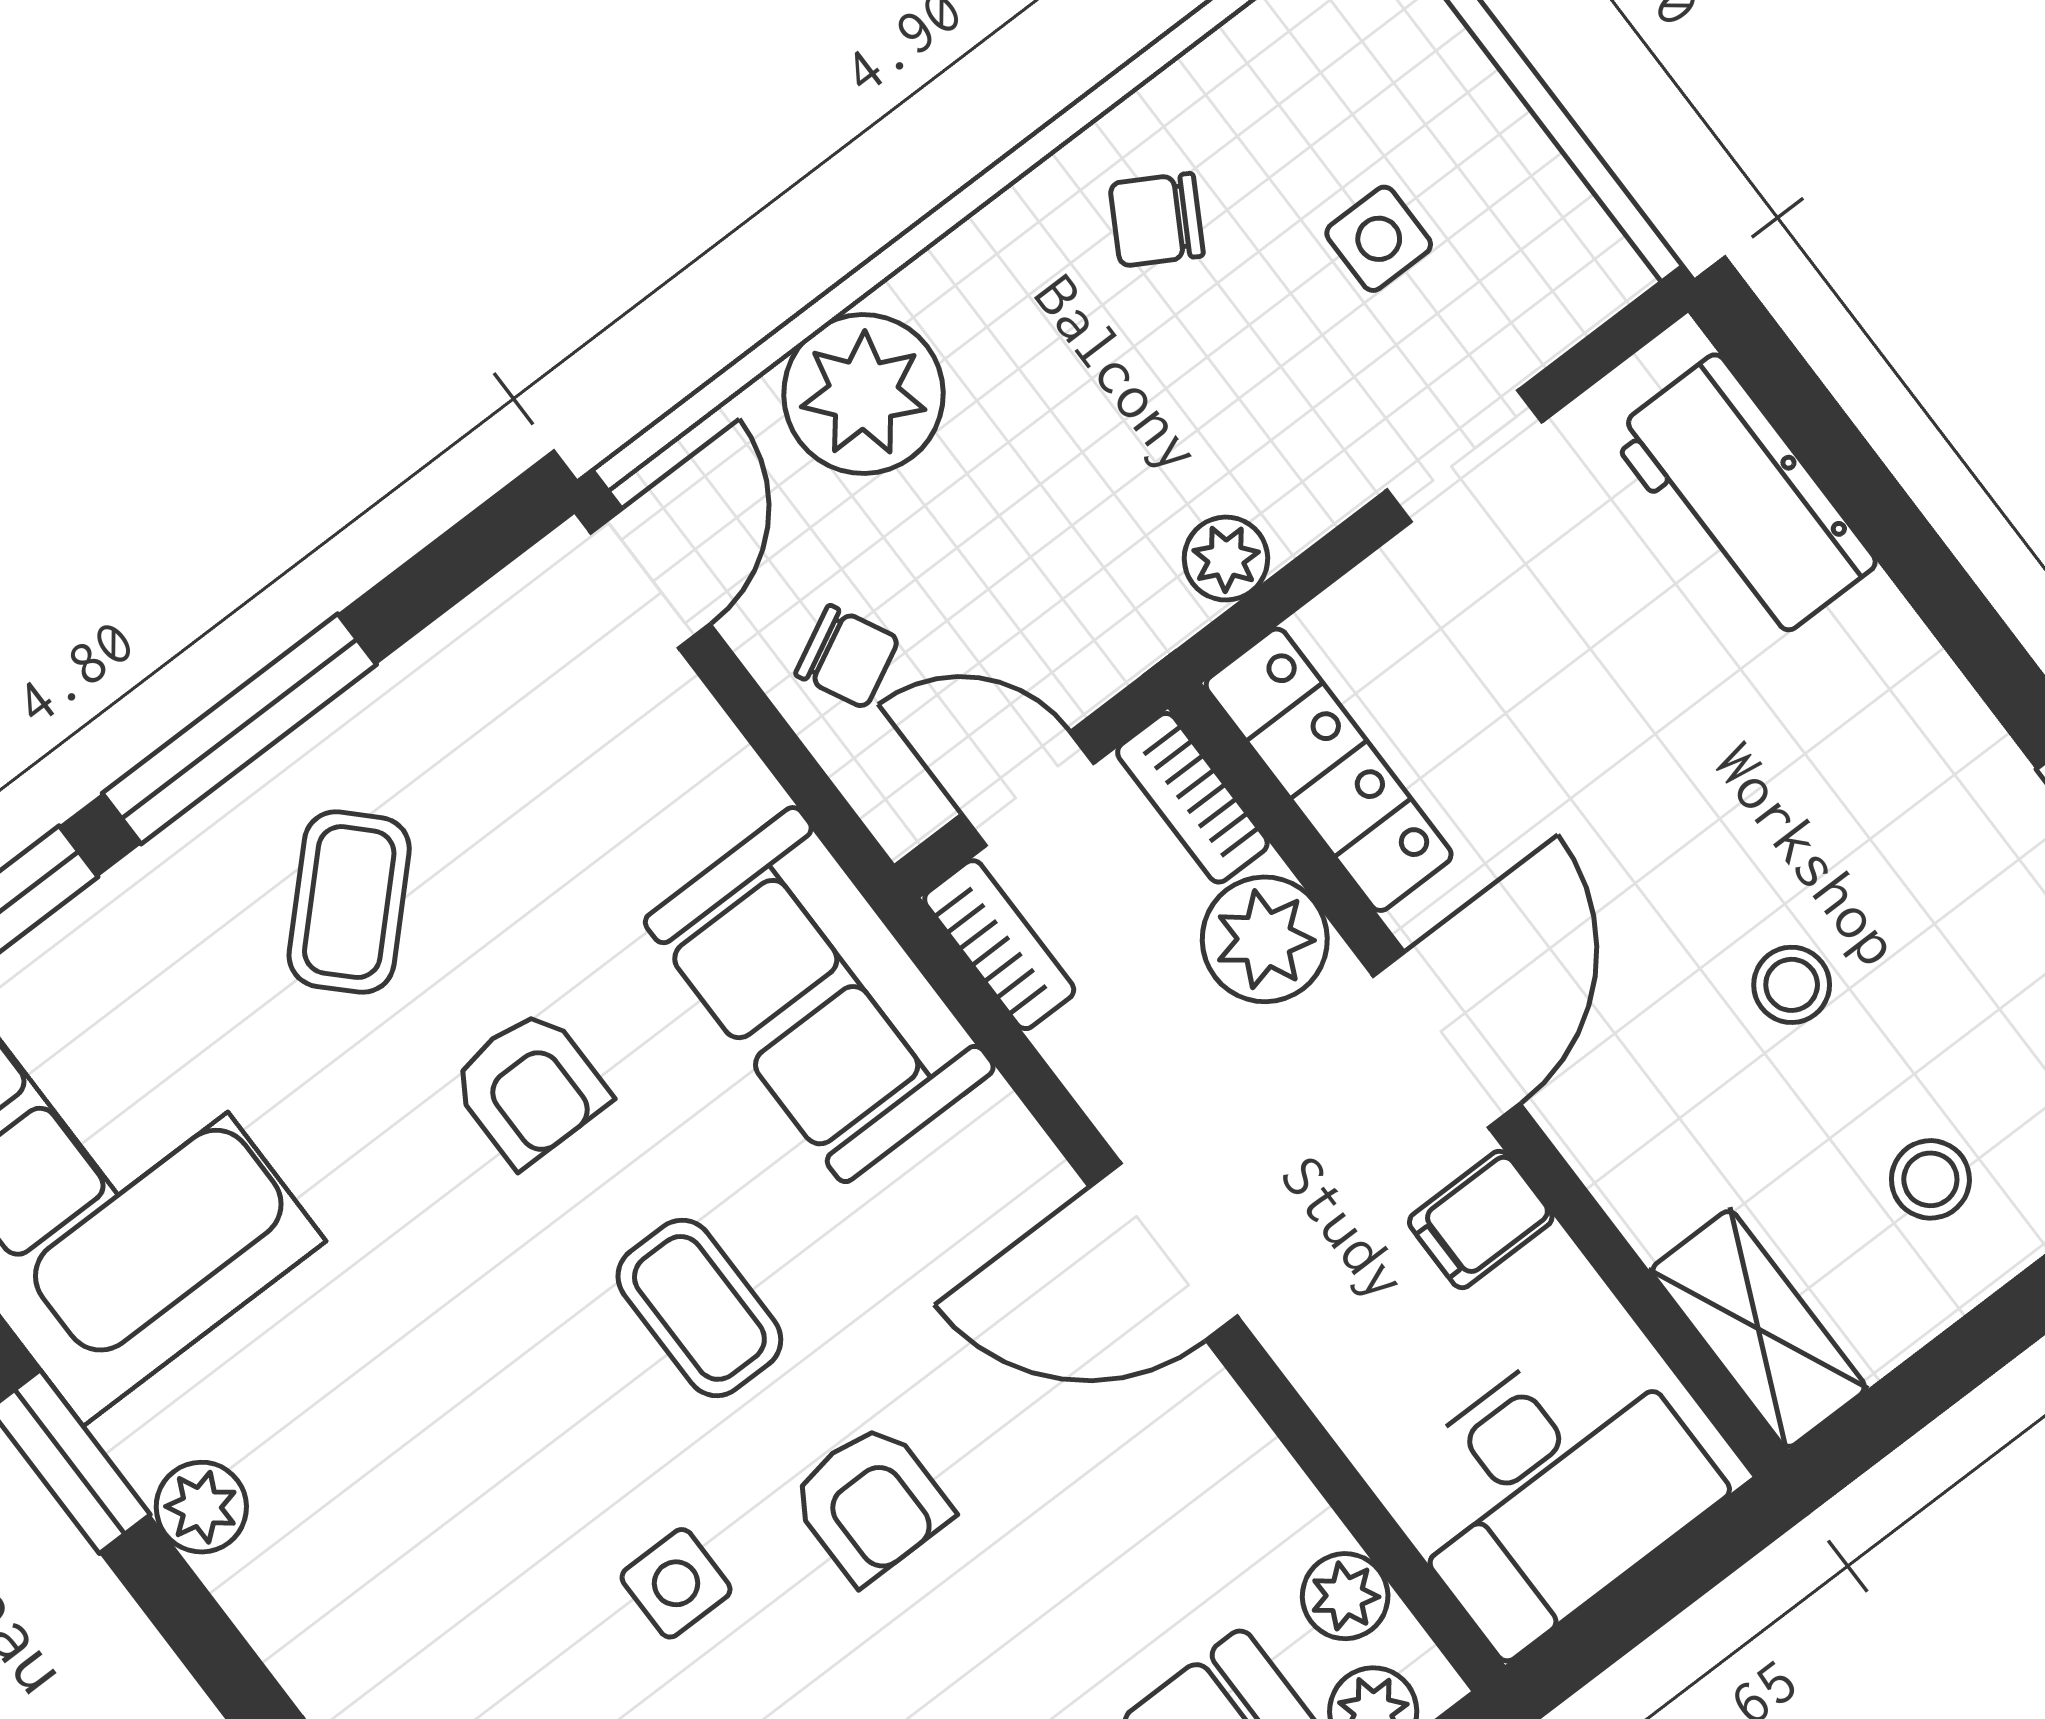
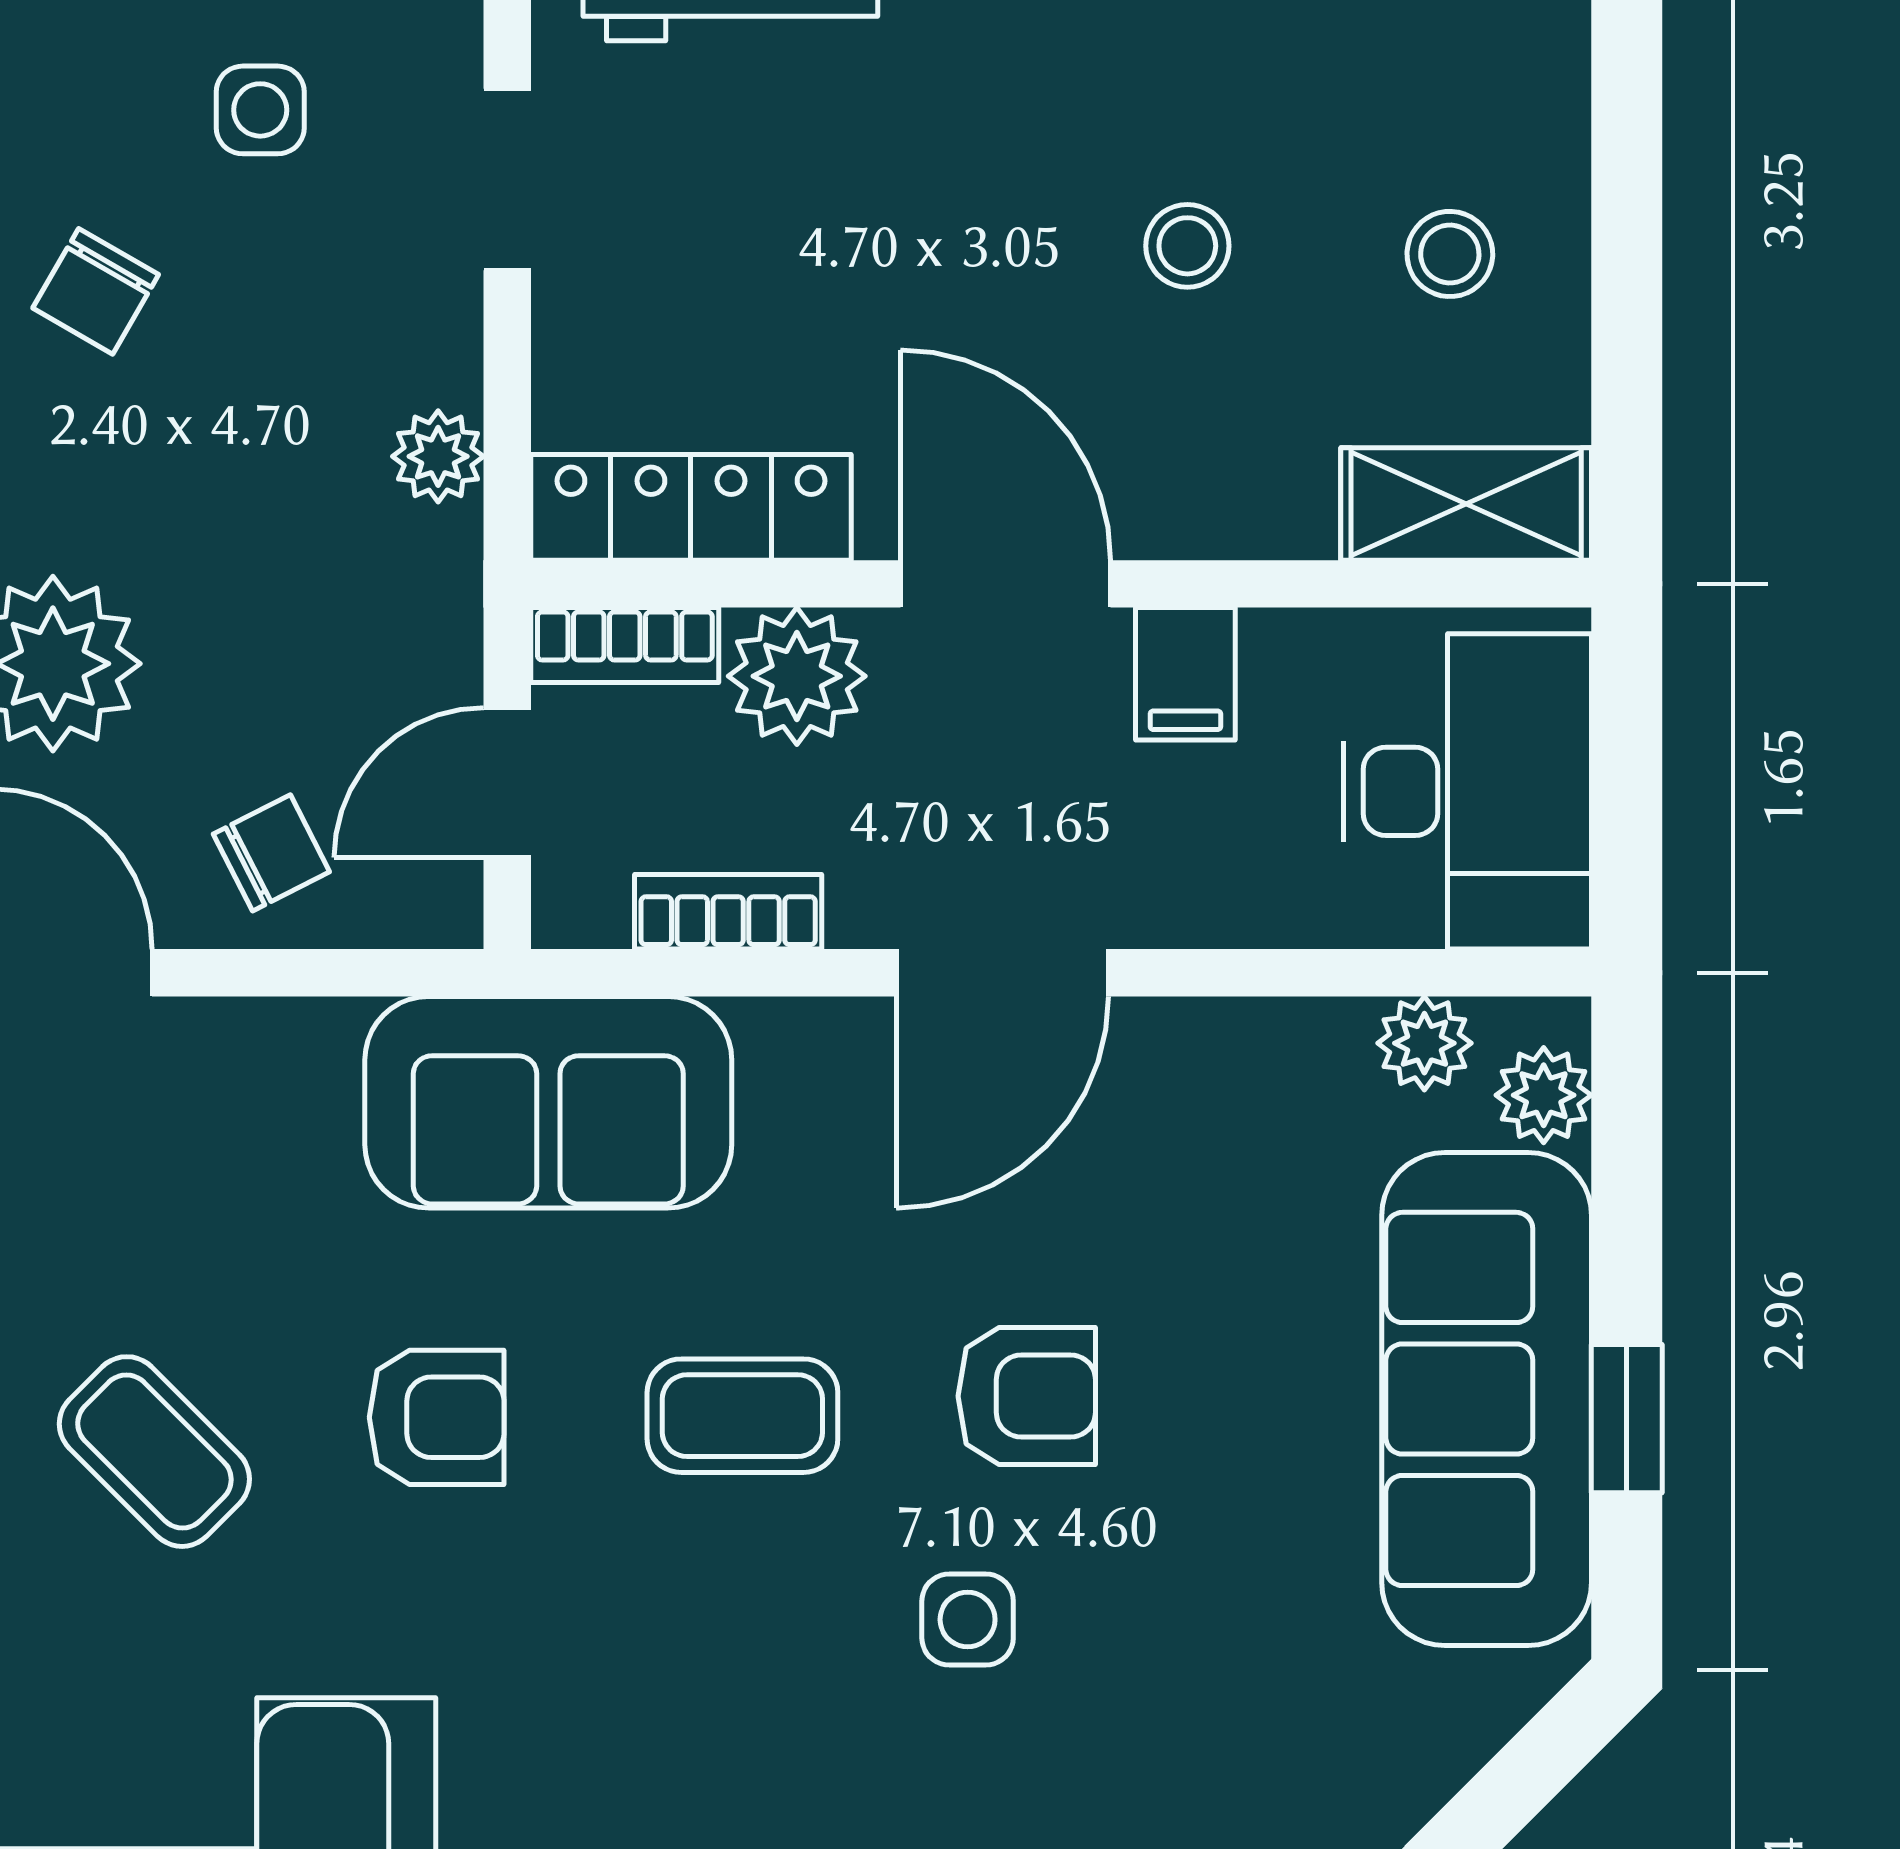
bookcase: (999, 945) -> (728, 912), moved

